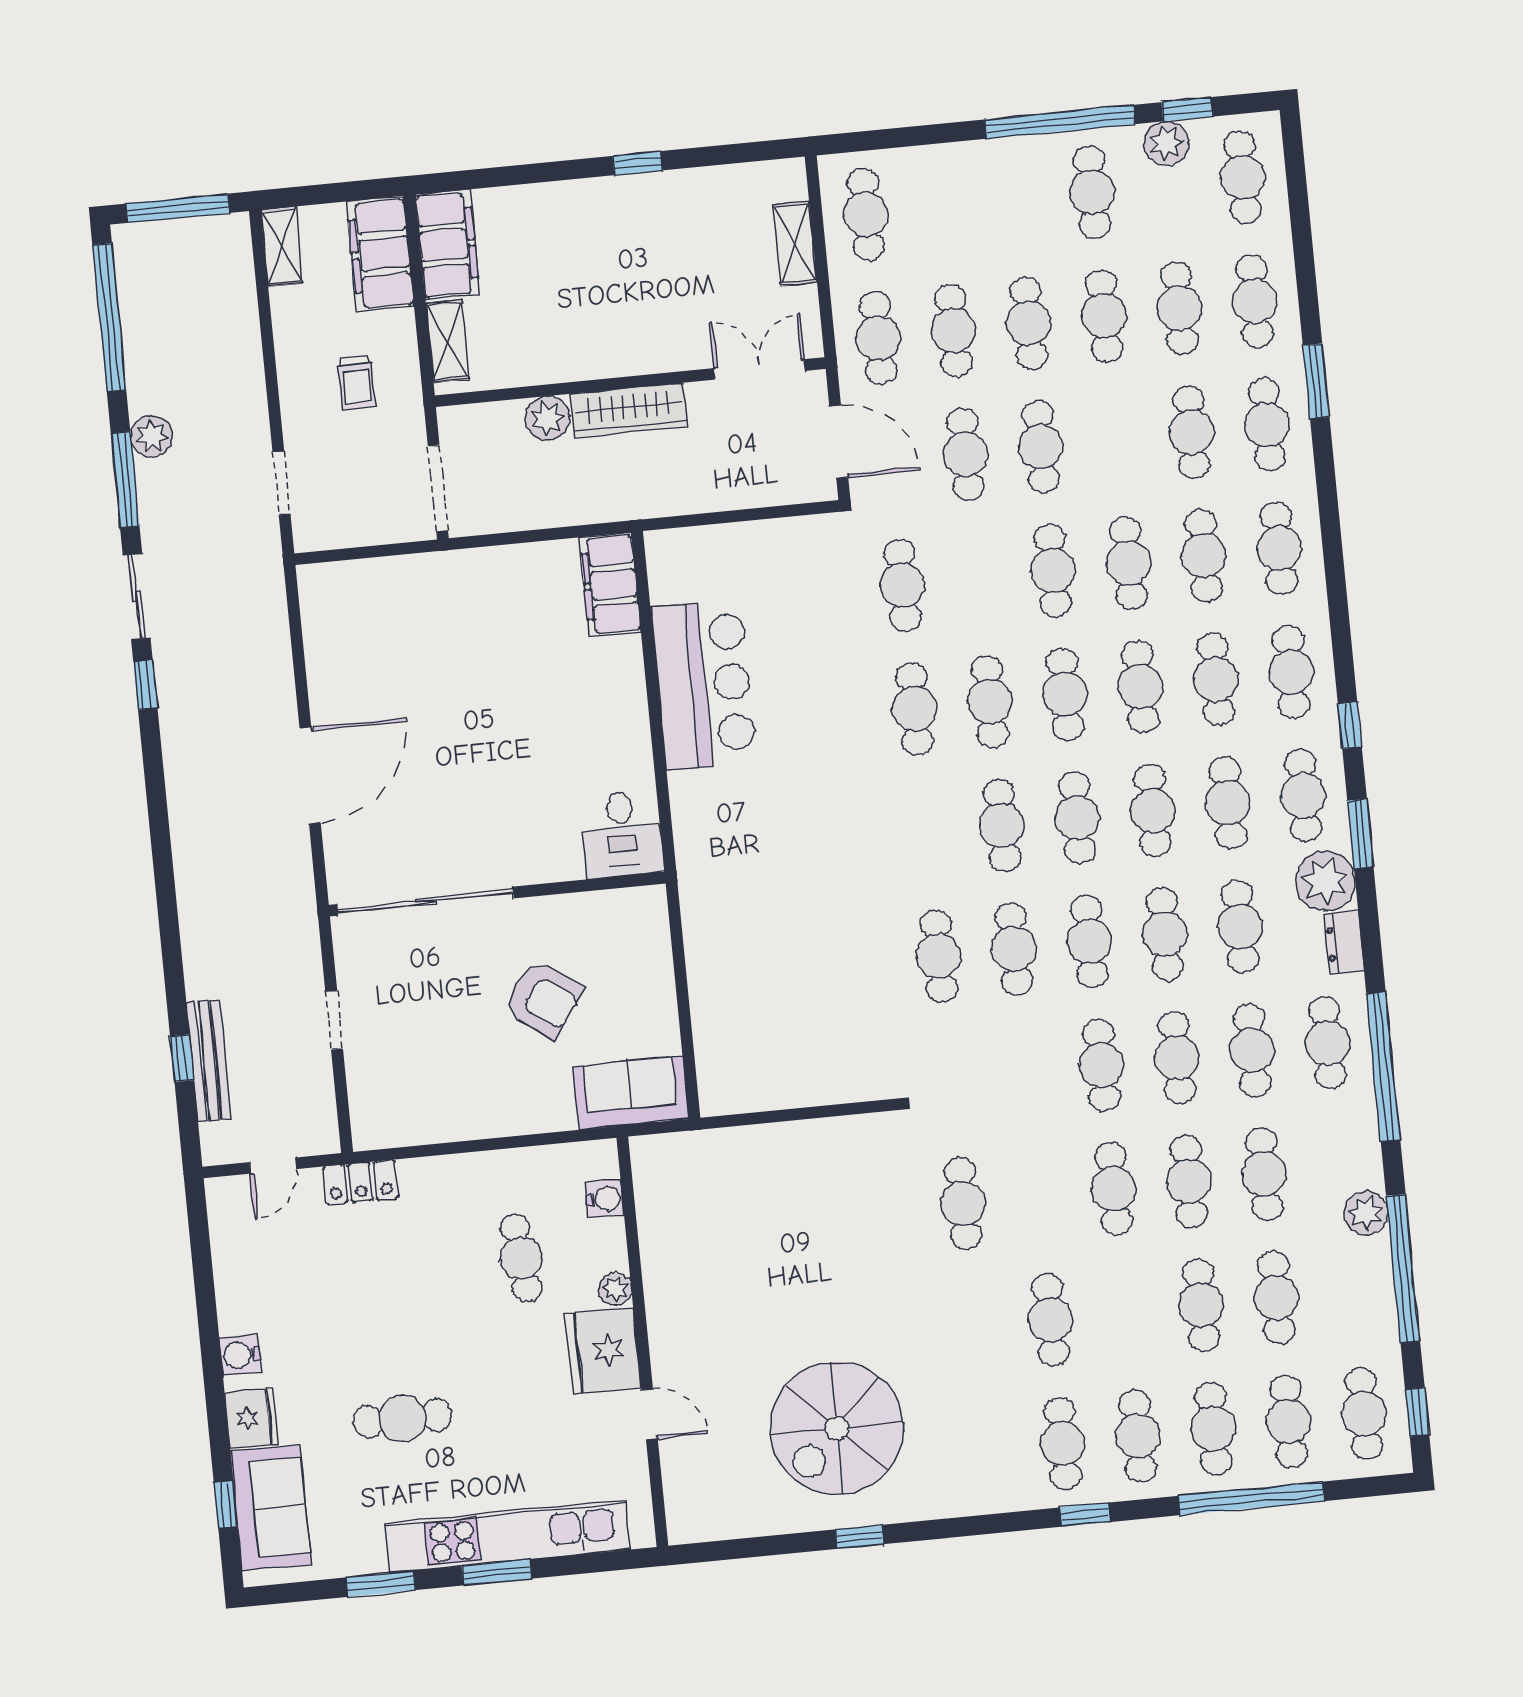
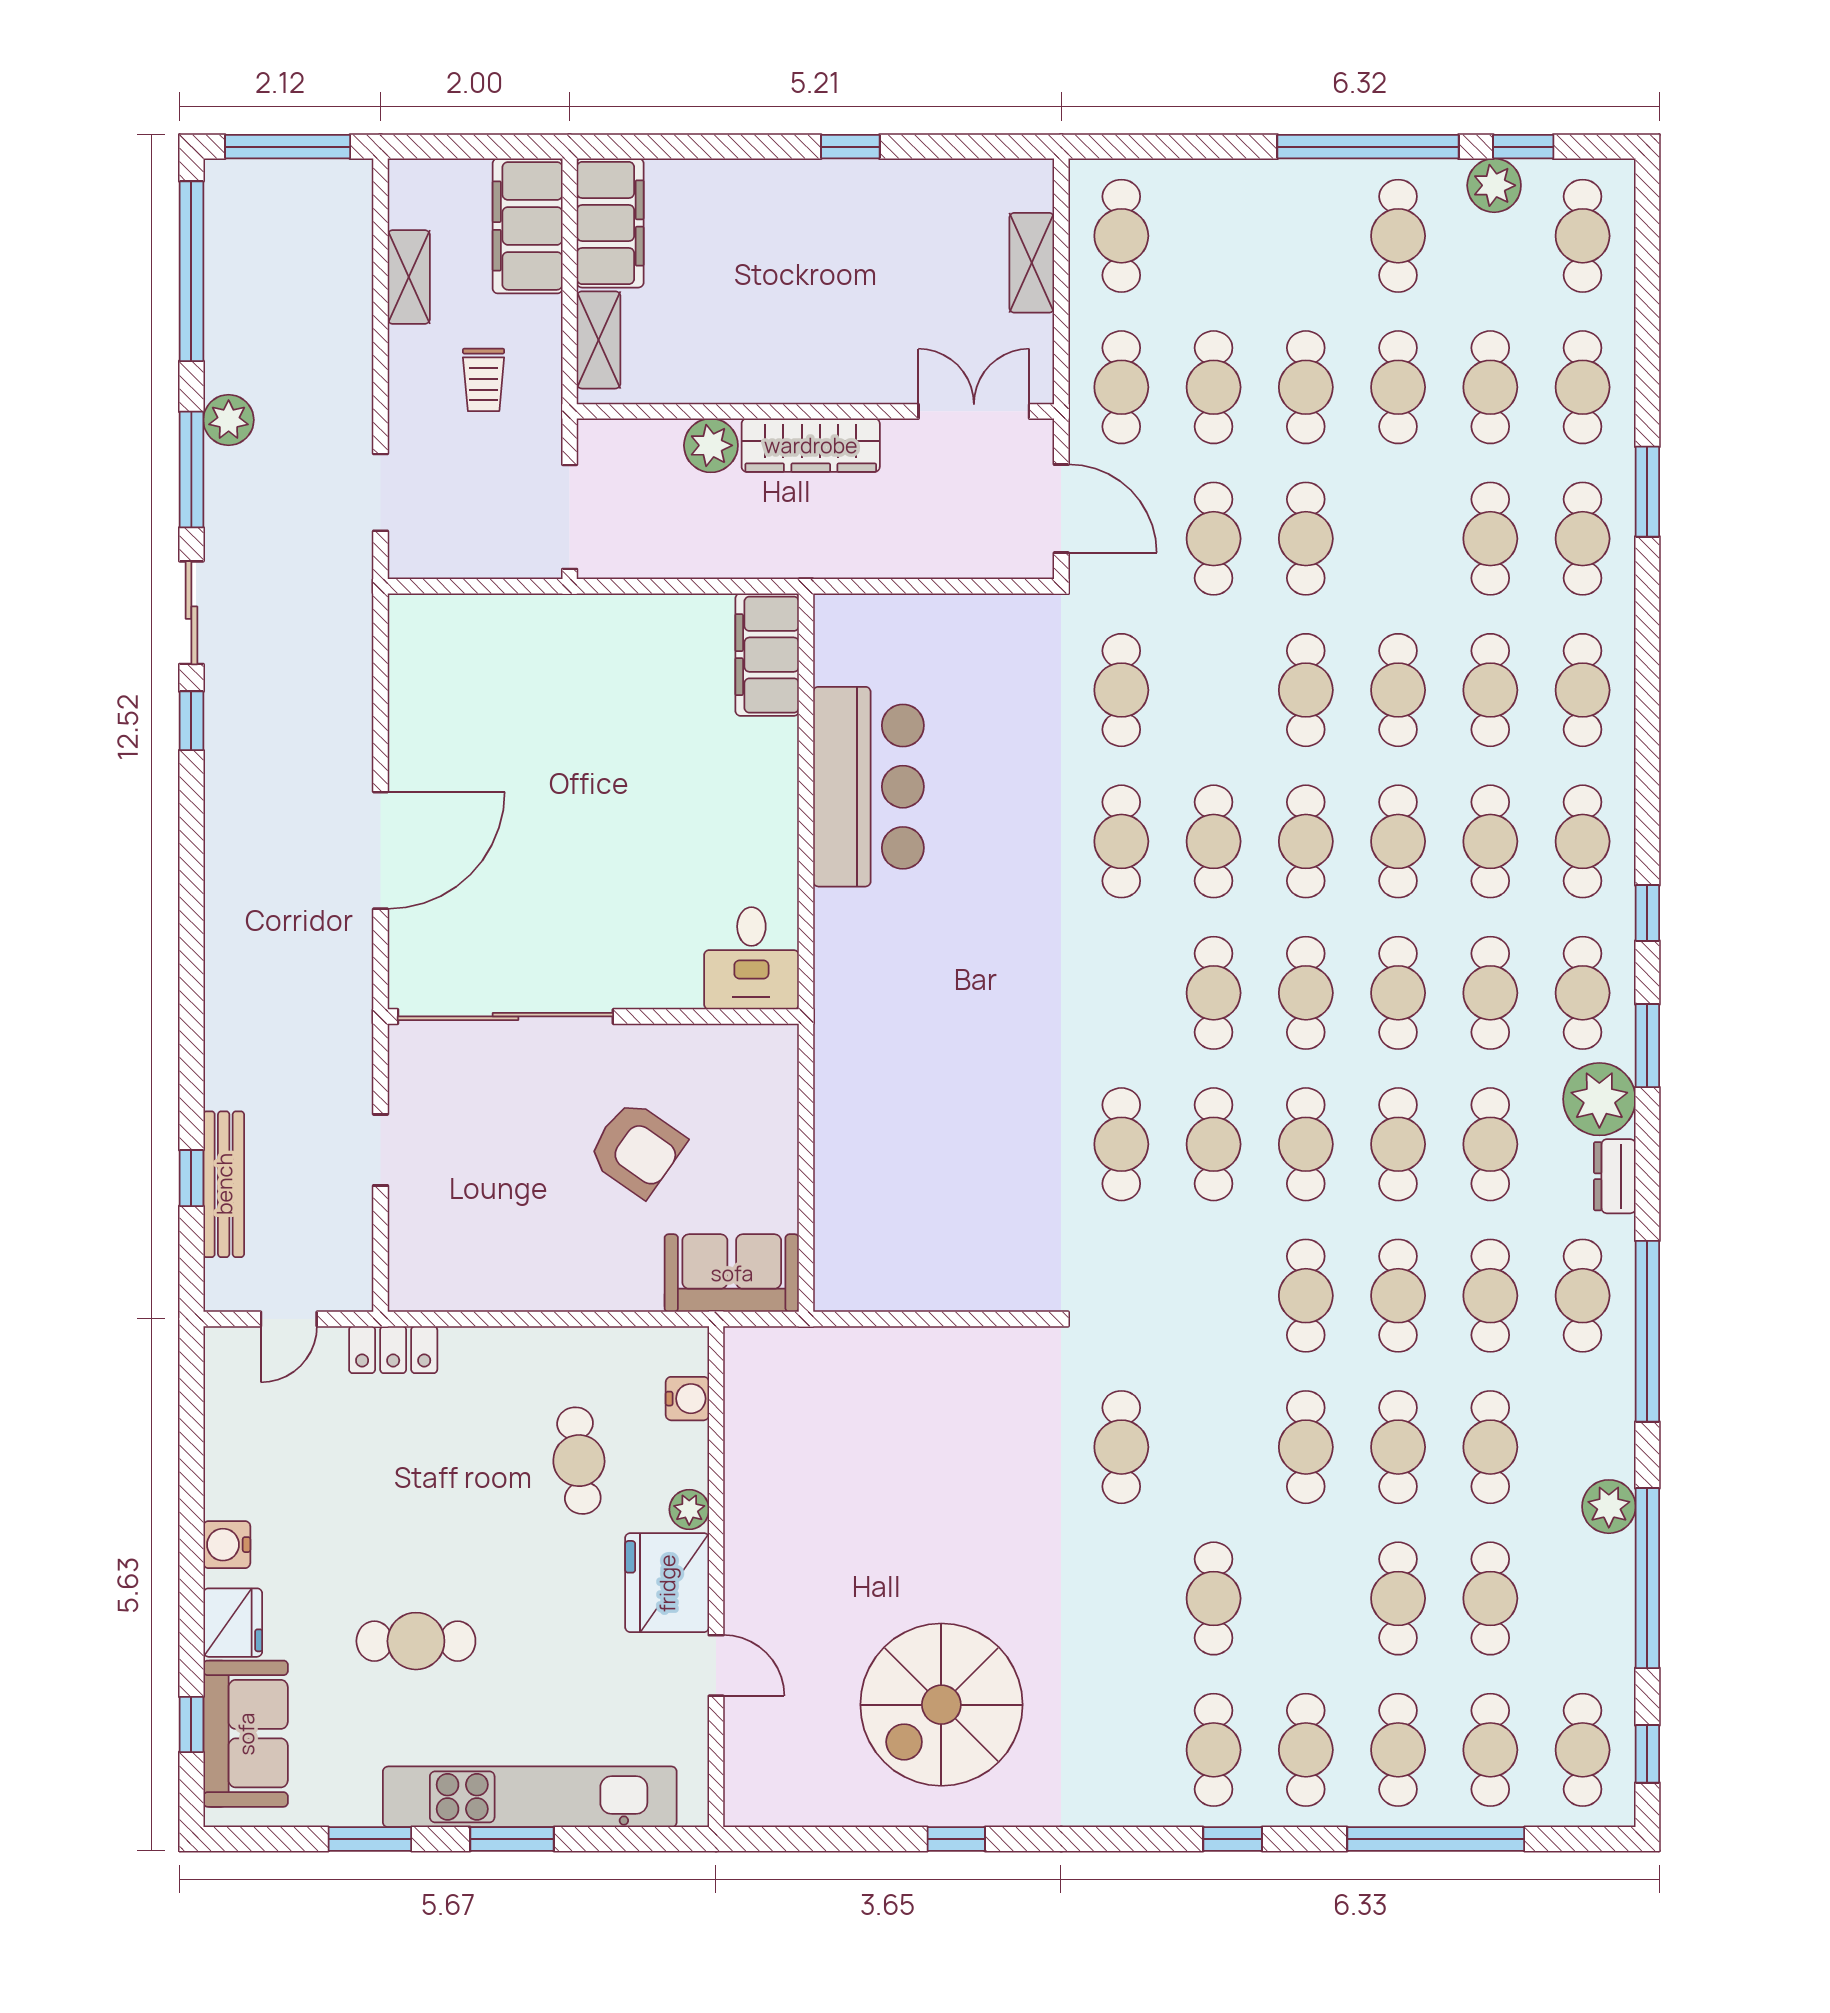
shelving: (282, 247) -> (409, 277), moved

